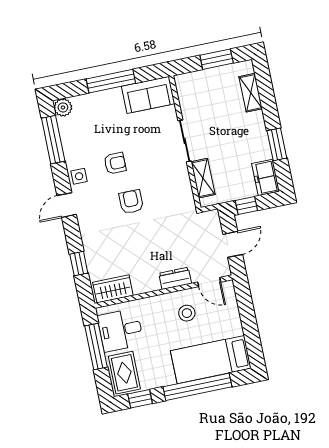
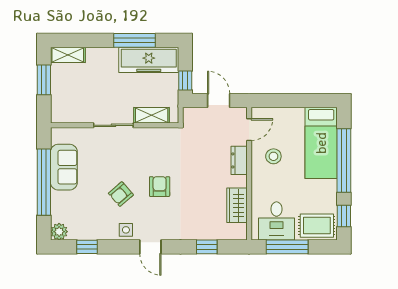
window: (111, 81) -> (44, 182), width x1.46
shelving: (251, 93) -> (68, 55), moved
sofa: (148, 95) -> (64, 167), moved
window: (53, 140) -> (87, 247), width x0.46
window: (277, 144) -> (134, 40), width x1.44
armchair: (115, 163) -> (121, 194), turned -131
freezer: (266, 177) -> (149, 60), width x1.91, depth x1.26
armchair: (131, 202) -> (160, 187), turned 90
wardrobe: (113, 289) -> (237, 205), moved

